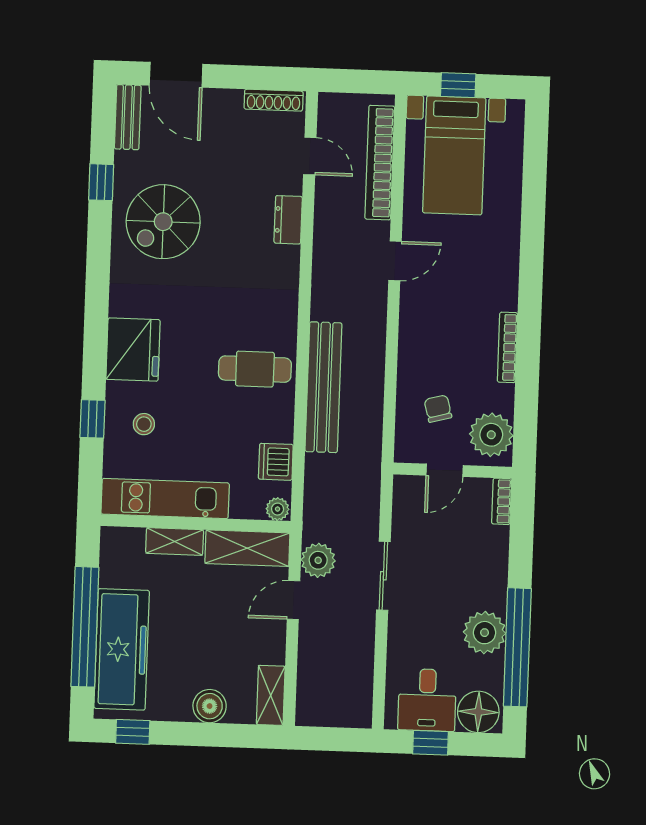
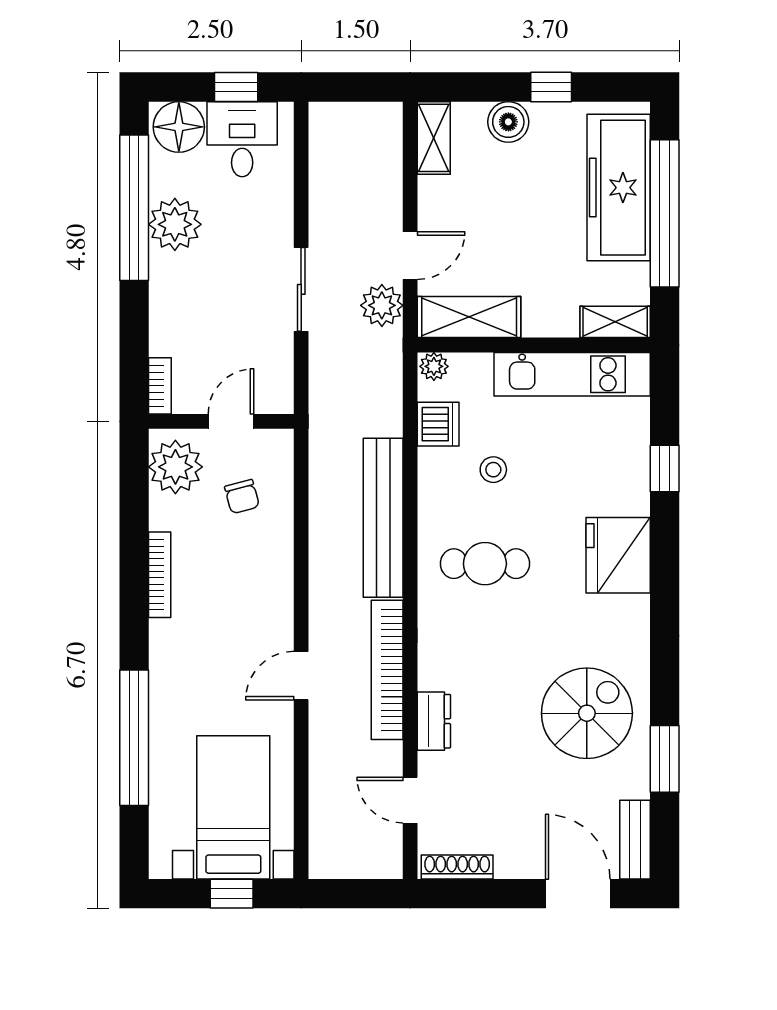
bookcase: (380, 163) -> (387, 670), moved, turned 180
window: (101, 182) -> (665, 759), width x1.50
window: (533, 215) -> (134, 738), added
cafe table: (255, 369) -> (485, 564), moved
stool: (144, 424) -> (493, 470), moved
shelving: (175, 542) -> (615, 322), moved
window: (133, 732) -> (551, 87), moved

